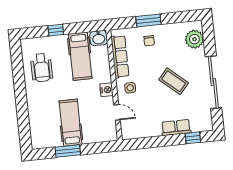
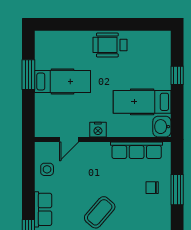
wheelchair: (42, 68) -> (110, 45), moved
side table: (130, 88) -> (47, 169), moved

